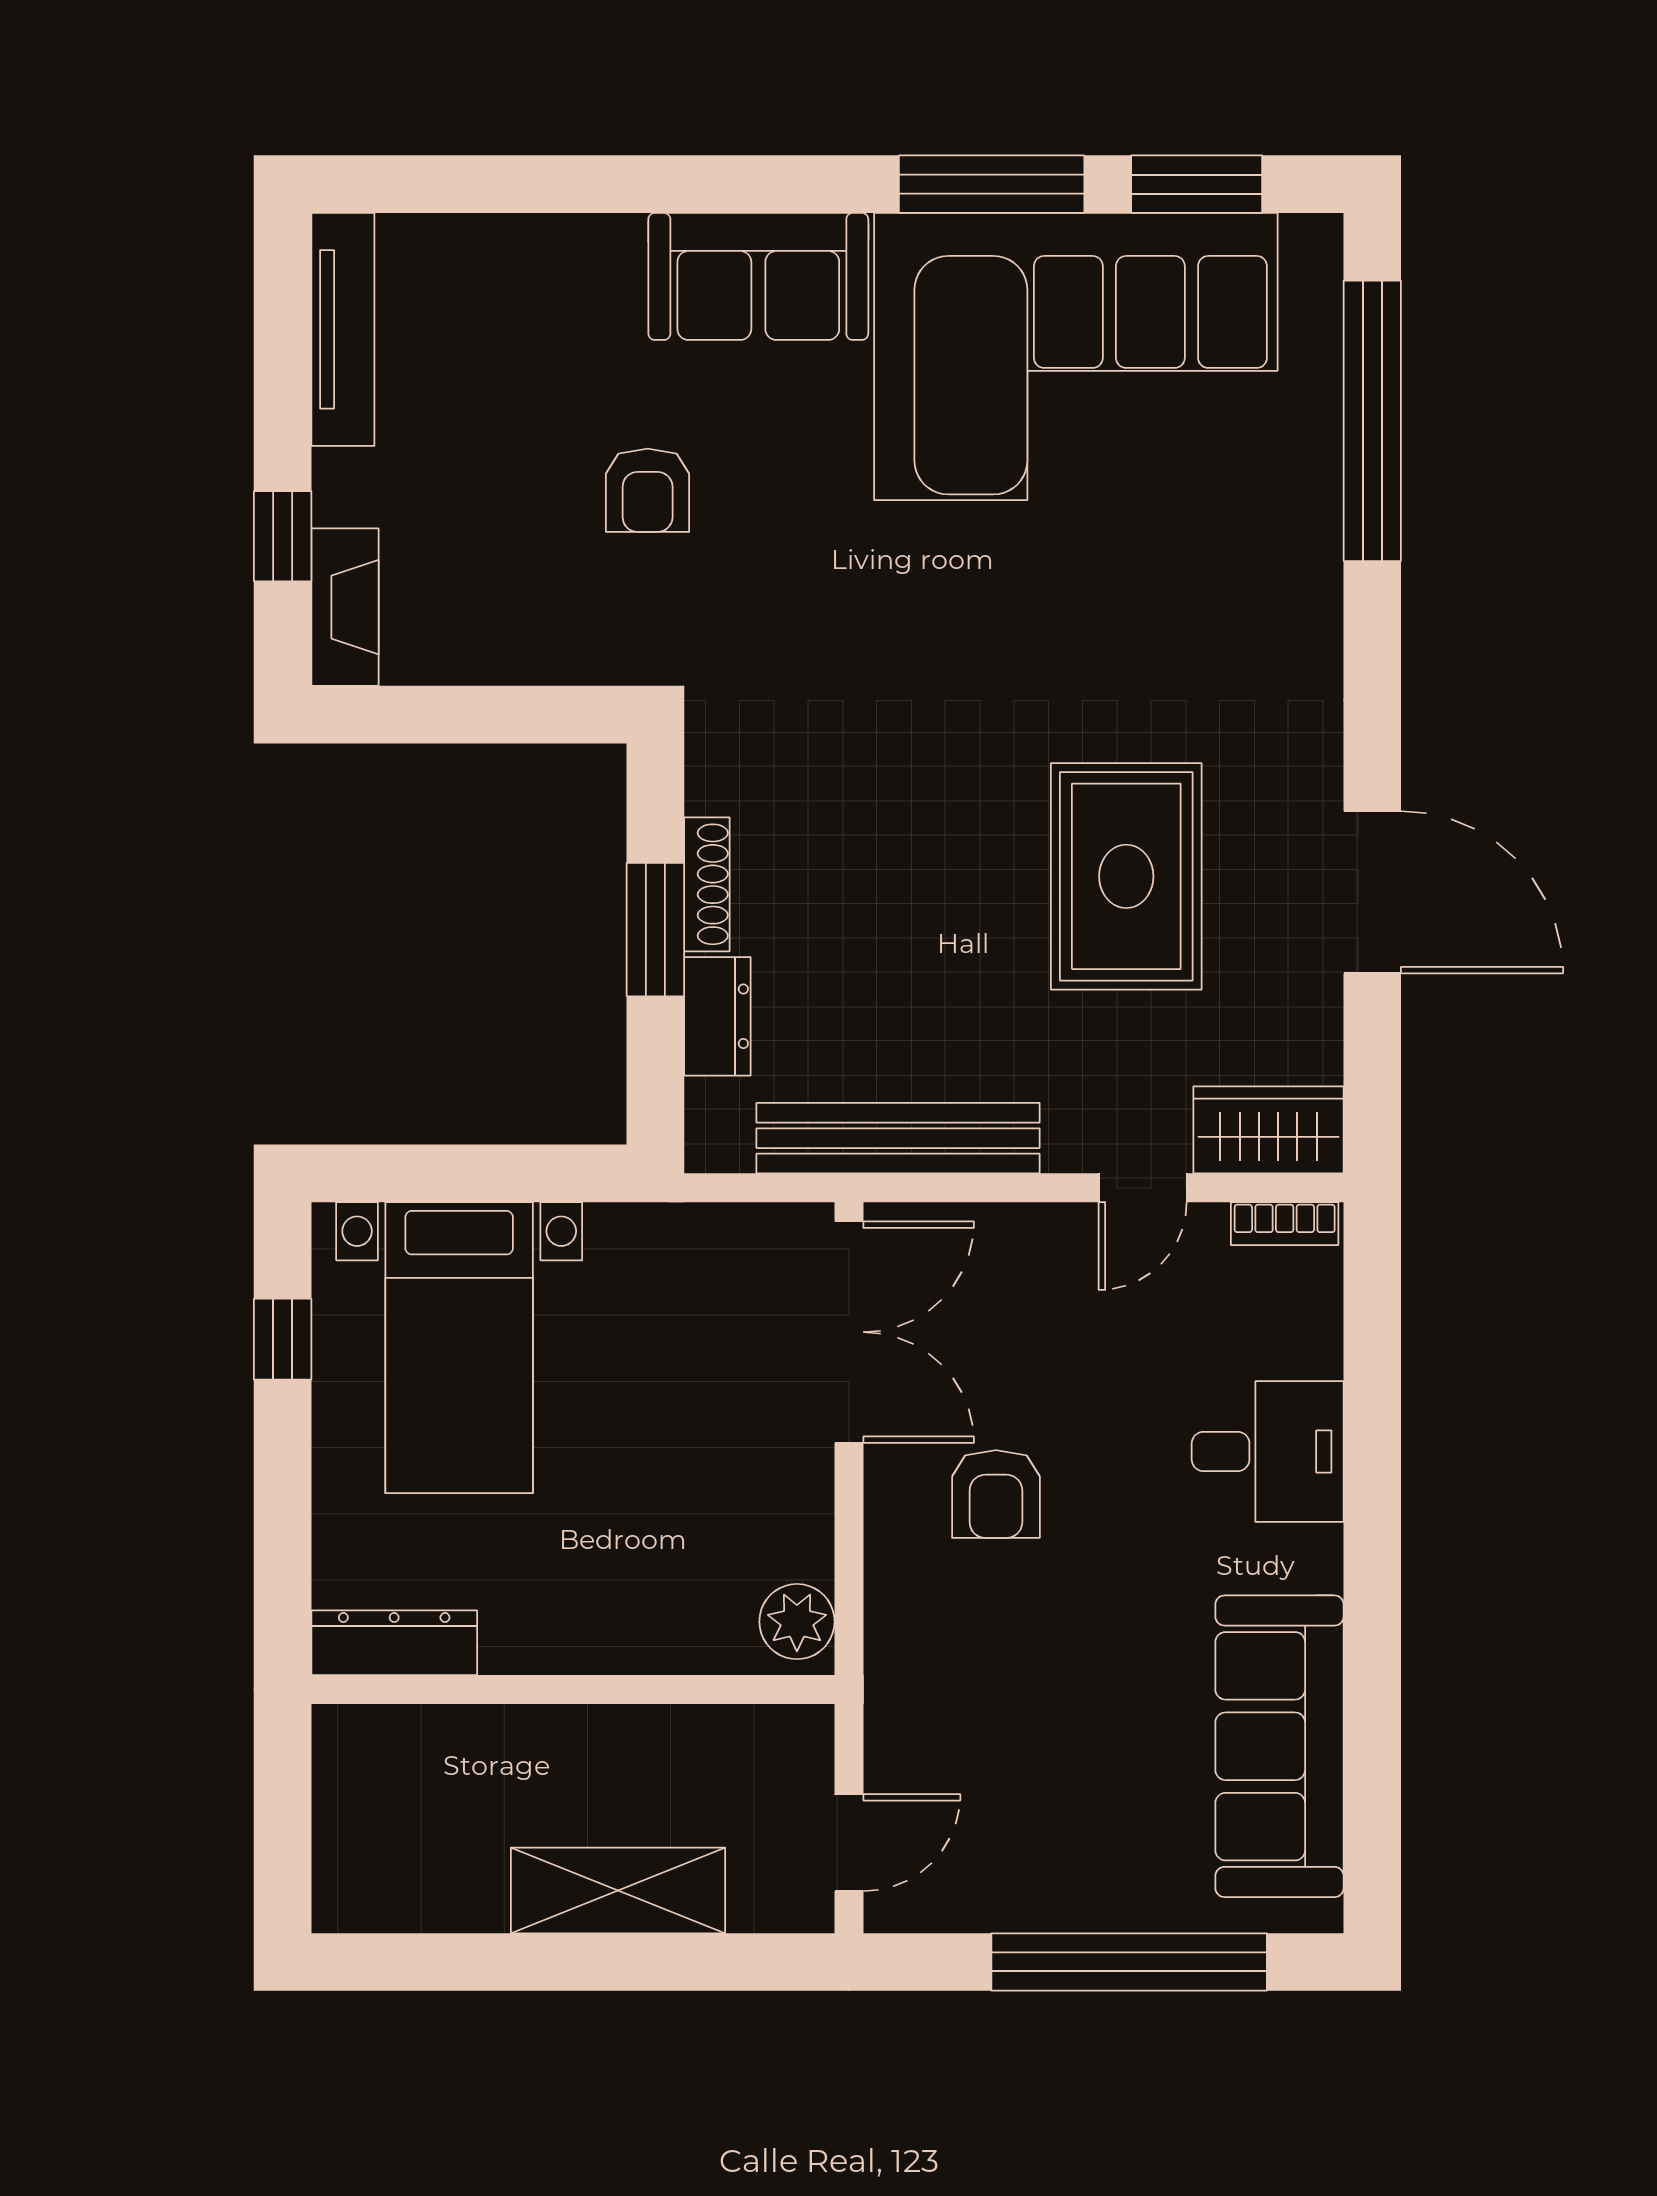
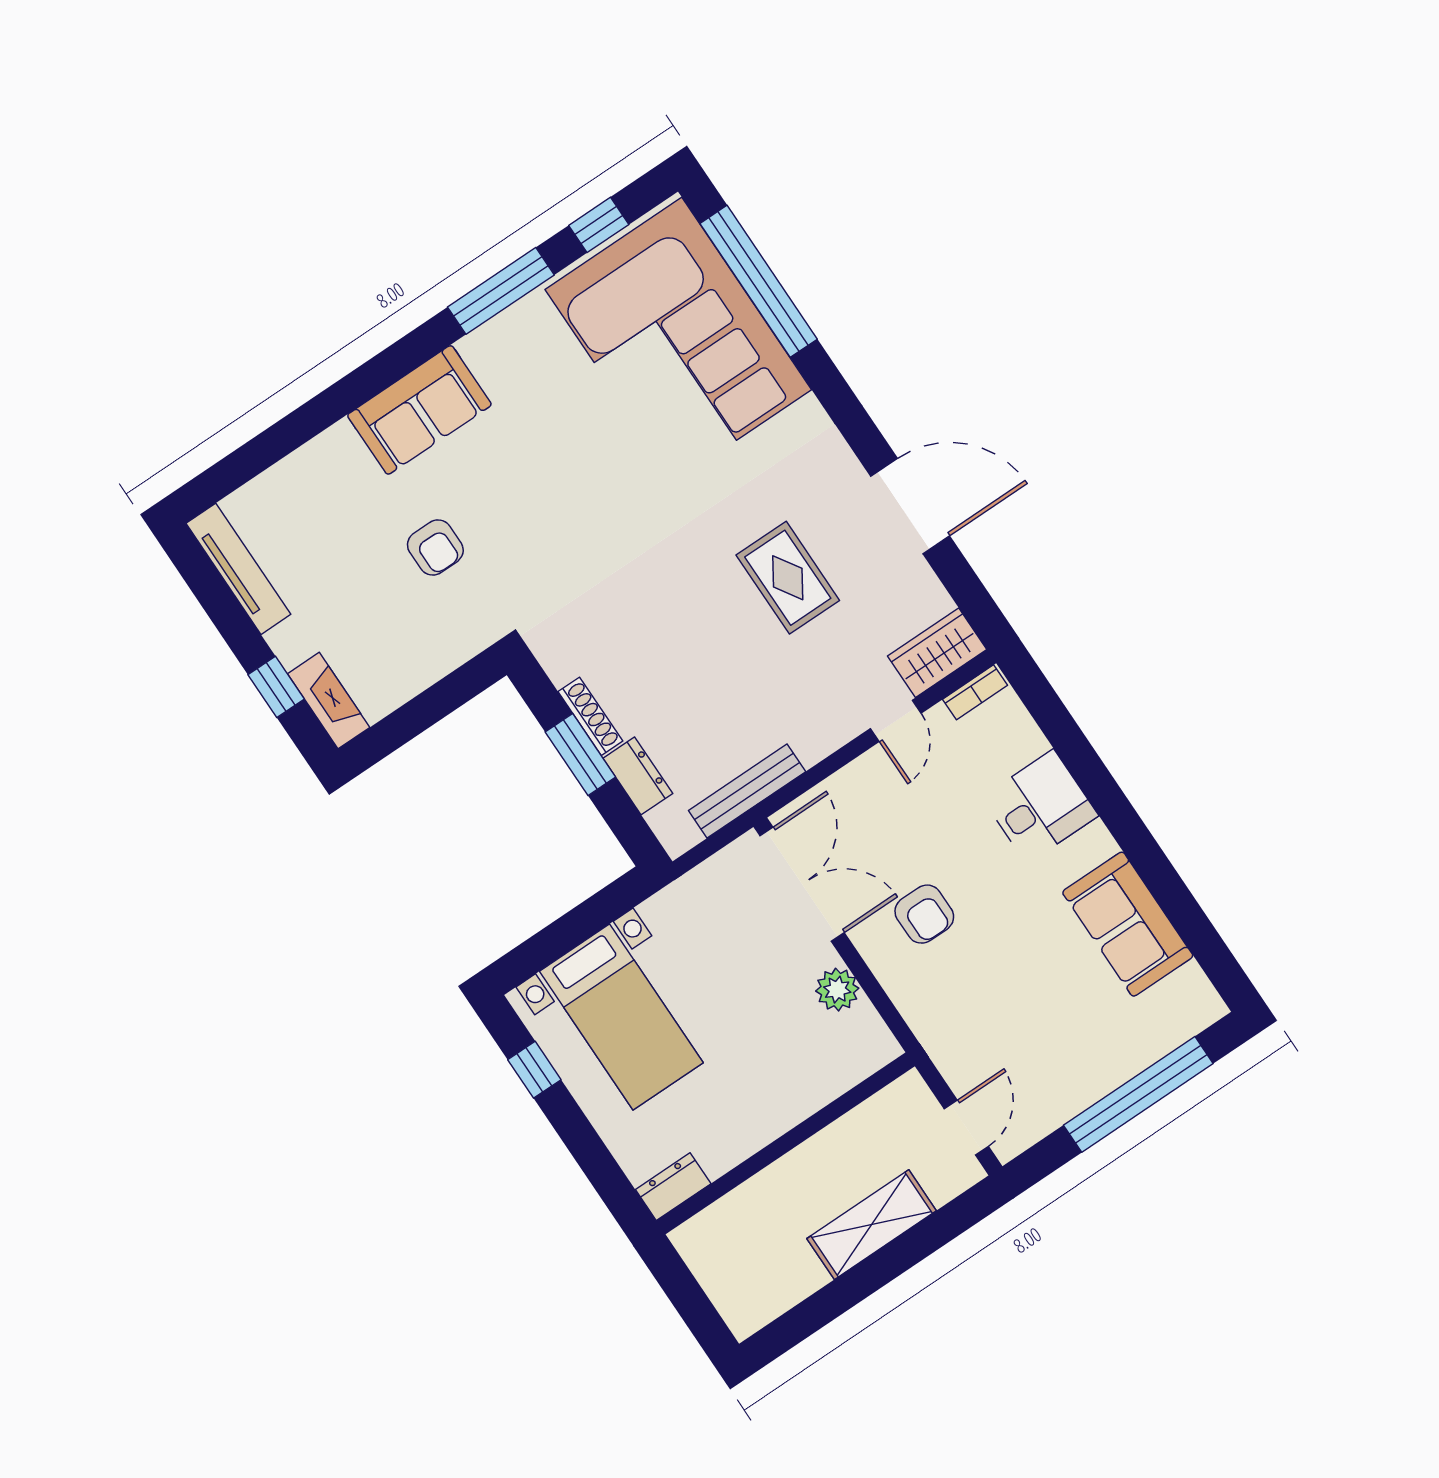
window: (1197, 184) -> (599, 225), width x0.67
corner sofa: (1076, 356) -> (678, 340), moved, turned 90
rug: (1126, 876) -> (788, 578), width x0.73, depth x0.70
bench: (898, 1138) -> (747, 791), width x0.73, depth x0.82
plant: (797, 1622) -> (837, 990), moved
dresser: (394, 1643) -> (673, 1187), width x0.70
sofa: (1279, 1746) -> (1128, 924), width x0.73

